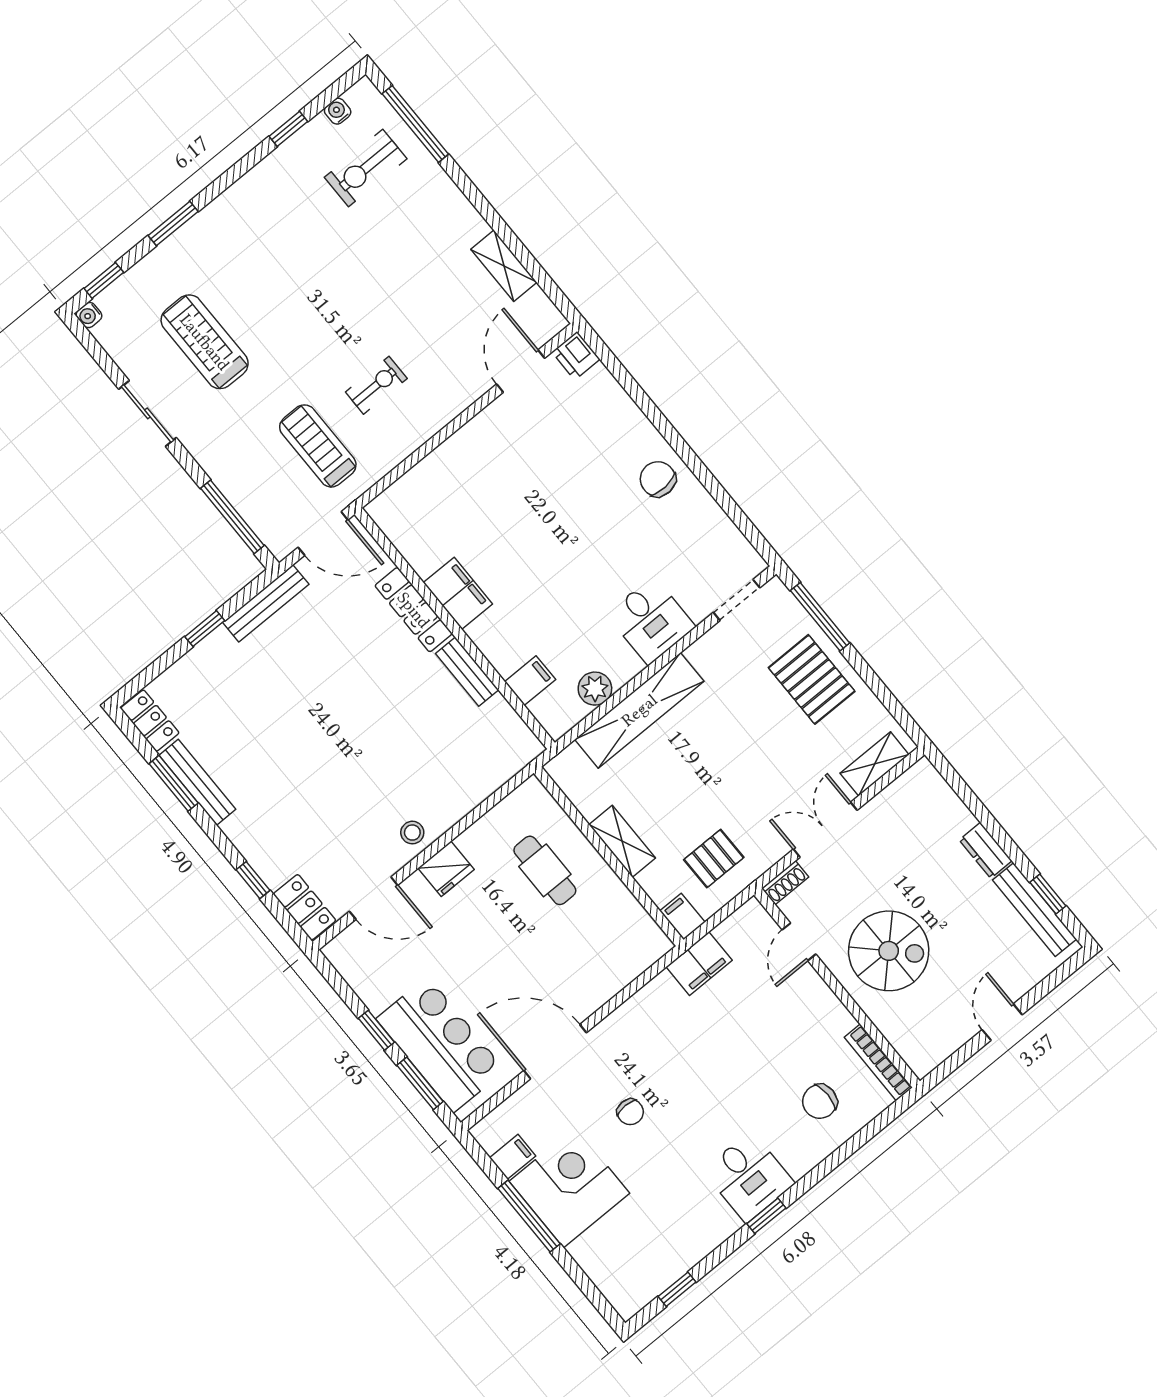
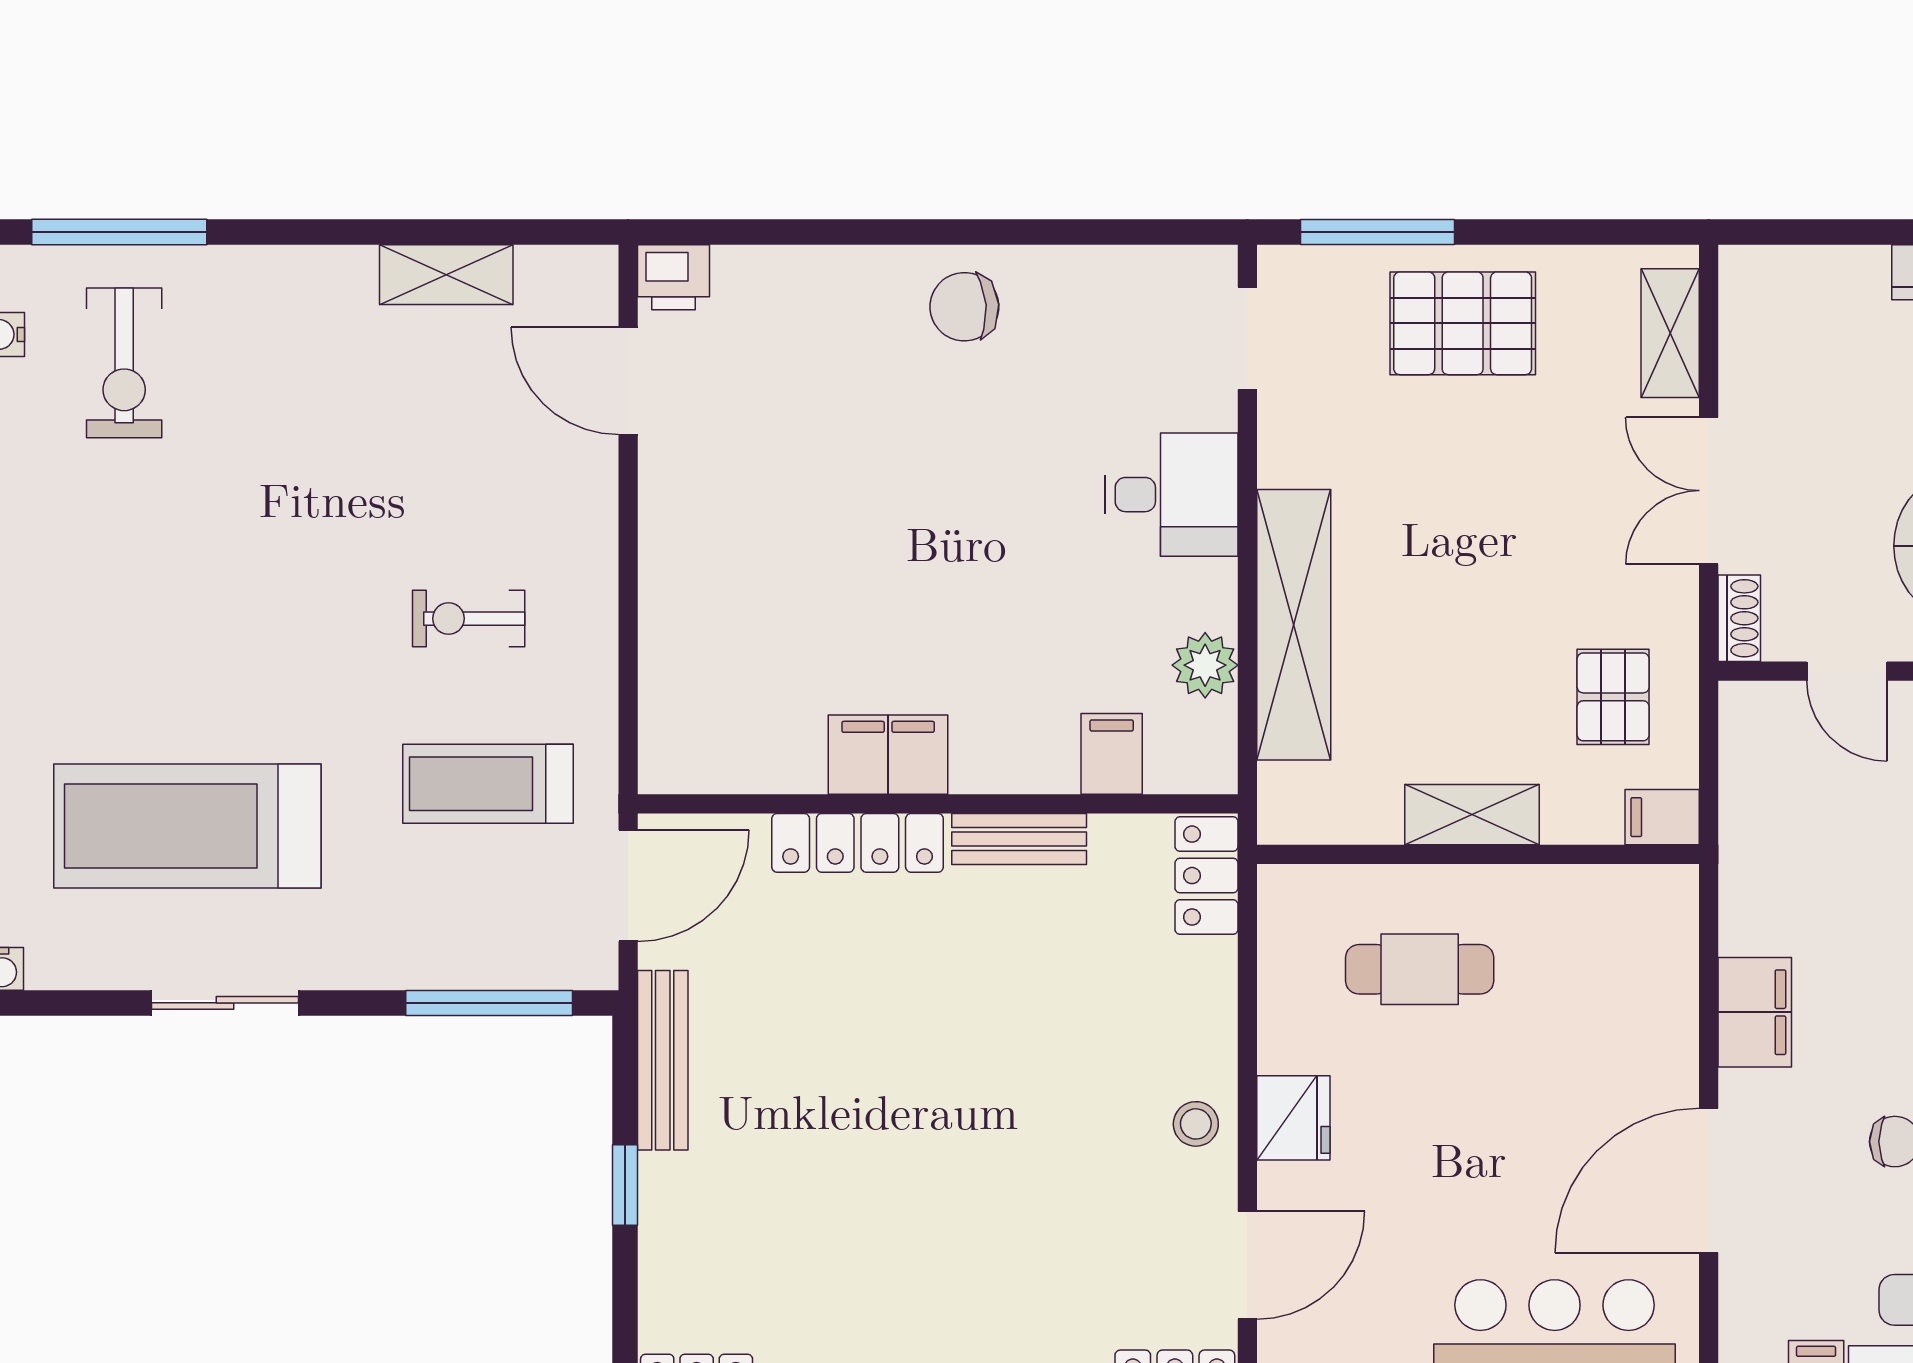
treadmill: (205, 342) -> (187, 826), width x1.37, depth x1.38
exercise bike: (376, 385) -> (469, 619), turned -90
locker: (513, 757) -> (1206, 876), added
filing cabinet: (699, 964) -> (1755, 1012), moved

